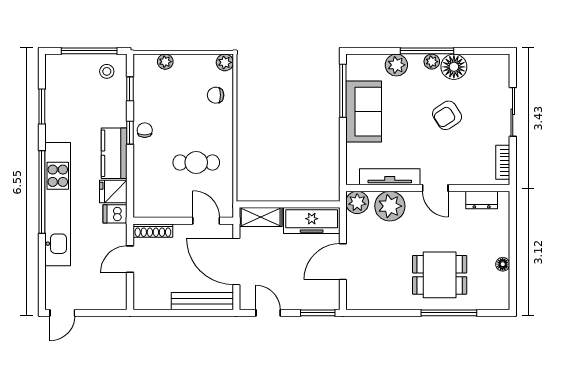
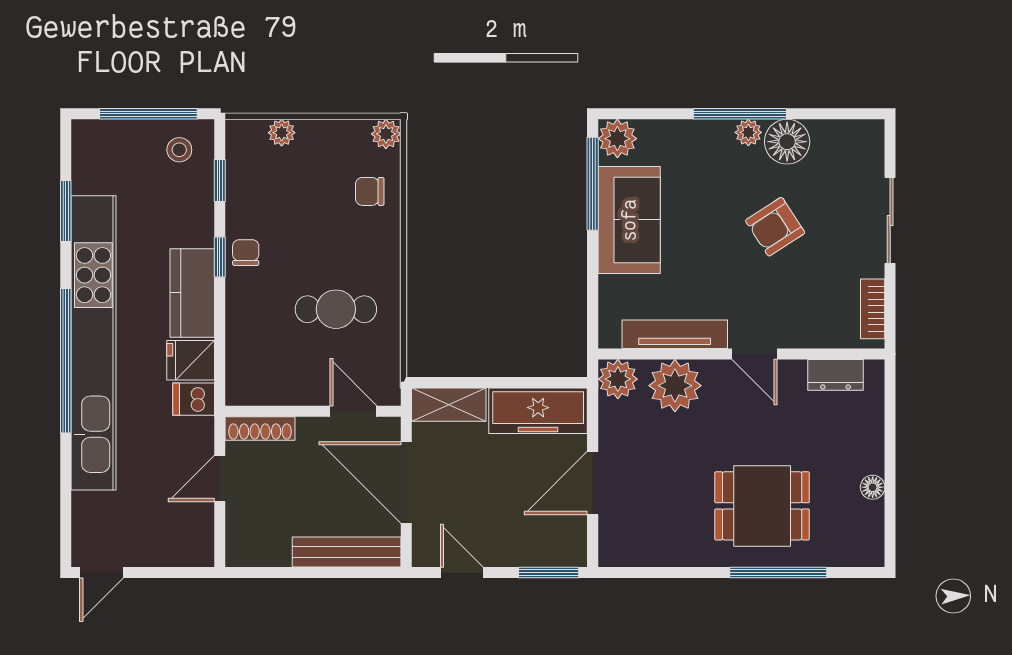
plant: (396, 65) -> (617, 139), moved
kitchen unit: (58, 204) -> (93, 343), width x1.36

